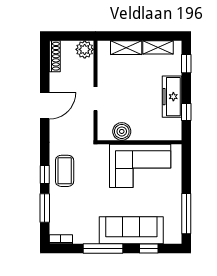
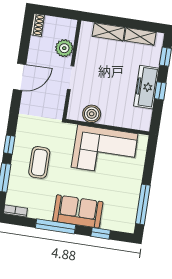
plant: (85, 49) -> (64, 48), moved
shoe rack: (55, 56) -> (38, 25), width x0.70
window: (186, 112) -> (160, 91), moved
coffee table: (65, 171) -> (39, 162), moved
sofa: (131, 230) -> (78, 211), width x0.73

